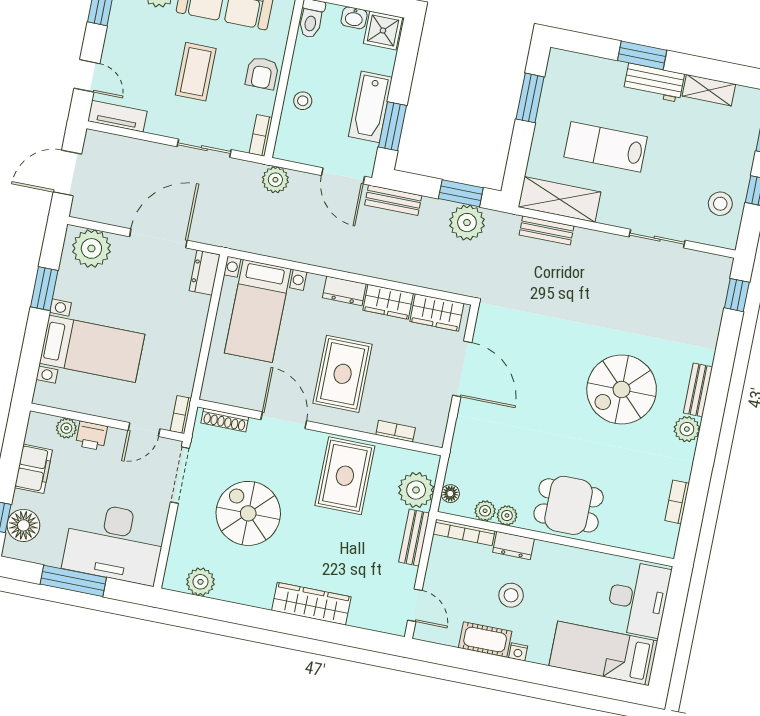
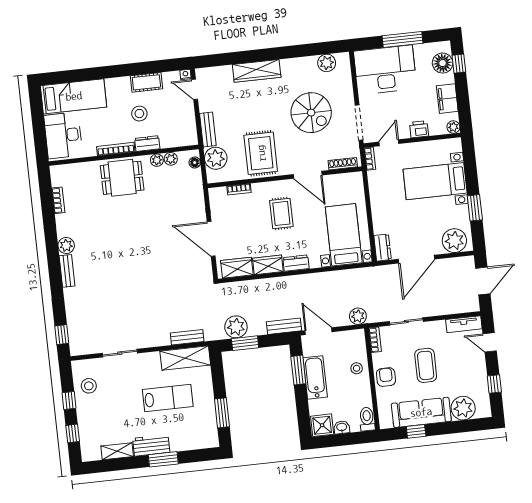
rug: (343, 374) -> (281, 213), width x0.73, depth x0.70
spiral stairs: (622, 389) -> (112, 257), removed
plant: (66, 428) -> (453, 127), moved
bookcase: (464, 532) -> (116, 149), moved
nightstand: (518, 652) -> (186, 74), moved

